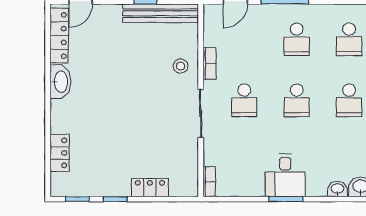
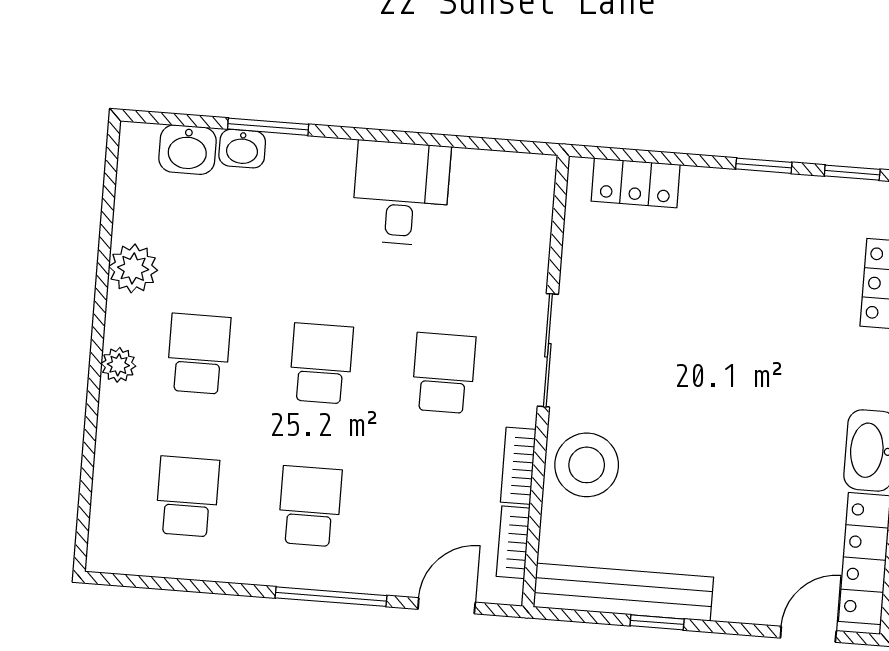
stool: (180, 66) -> (587, 465), width x1.89, depth x1.89
desk: (285, 175) -> (401, 193), moved
bookcase: (209, 182) -> (513, 542), moved
locker: (150, 188) -> (636, 183), moved
window: (286, 199) -> (268, 127), moved

